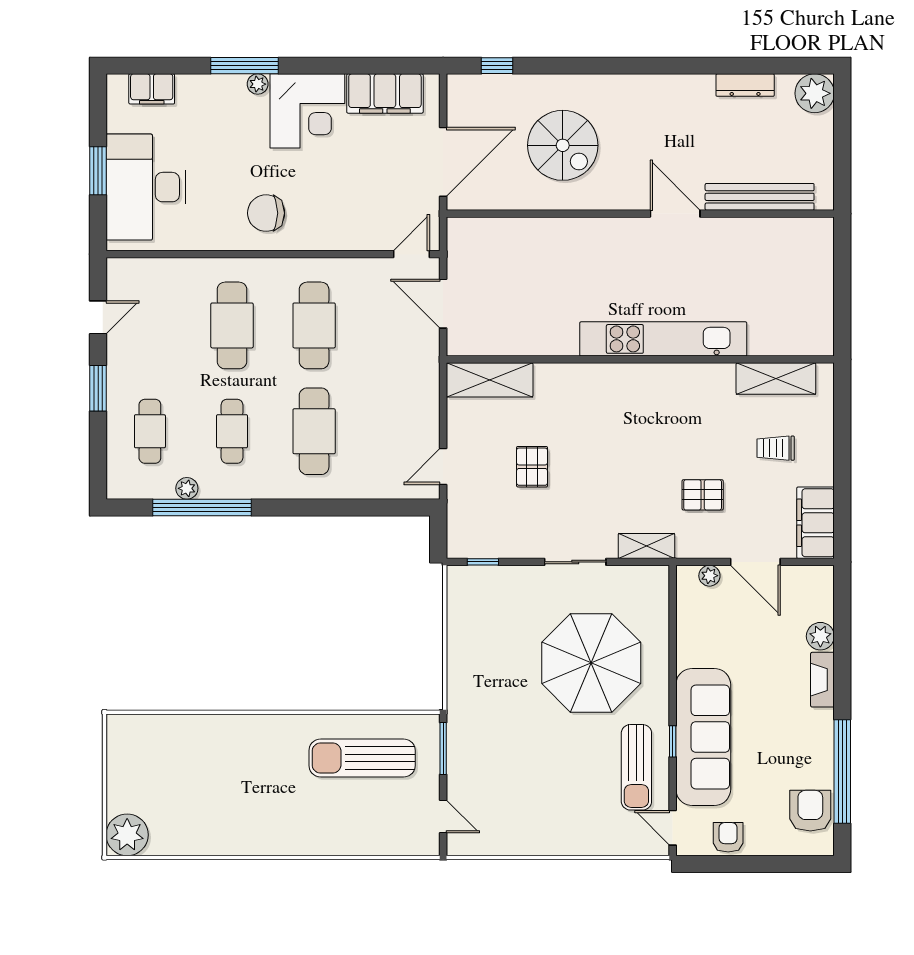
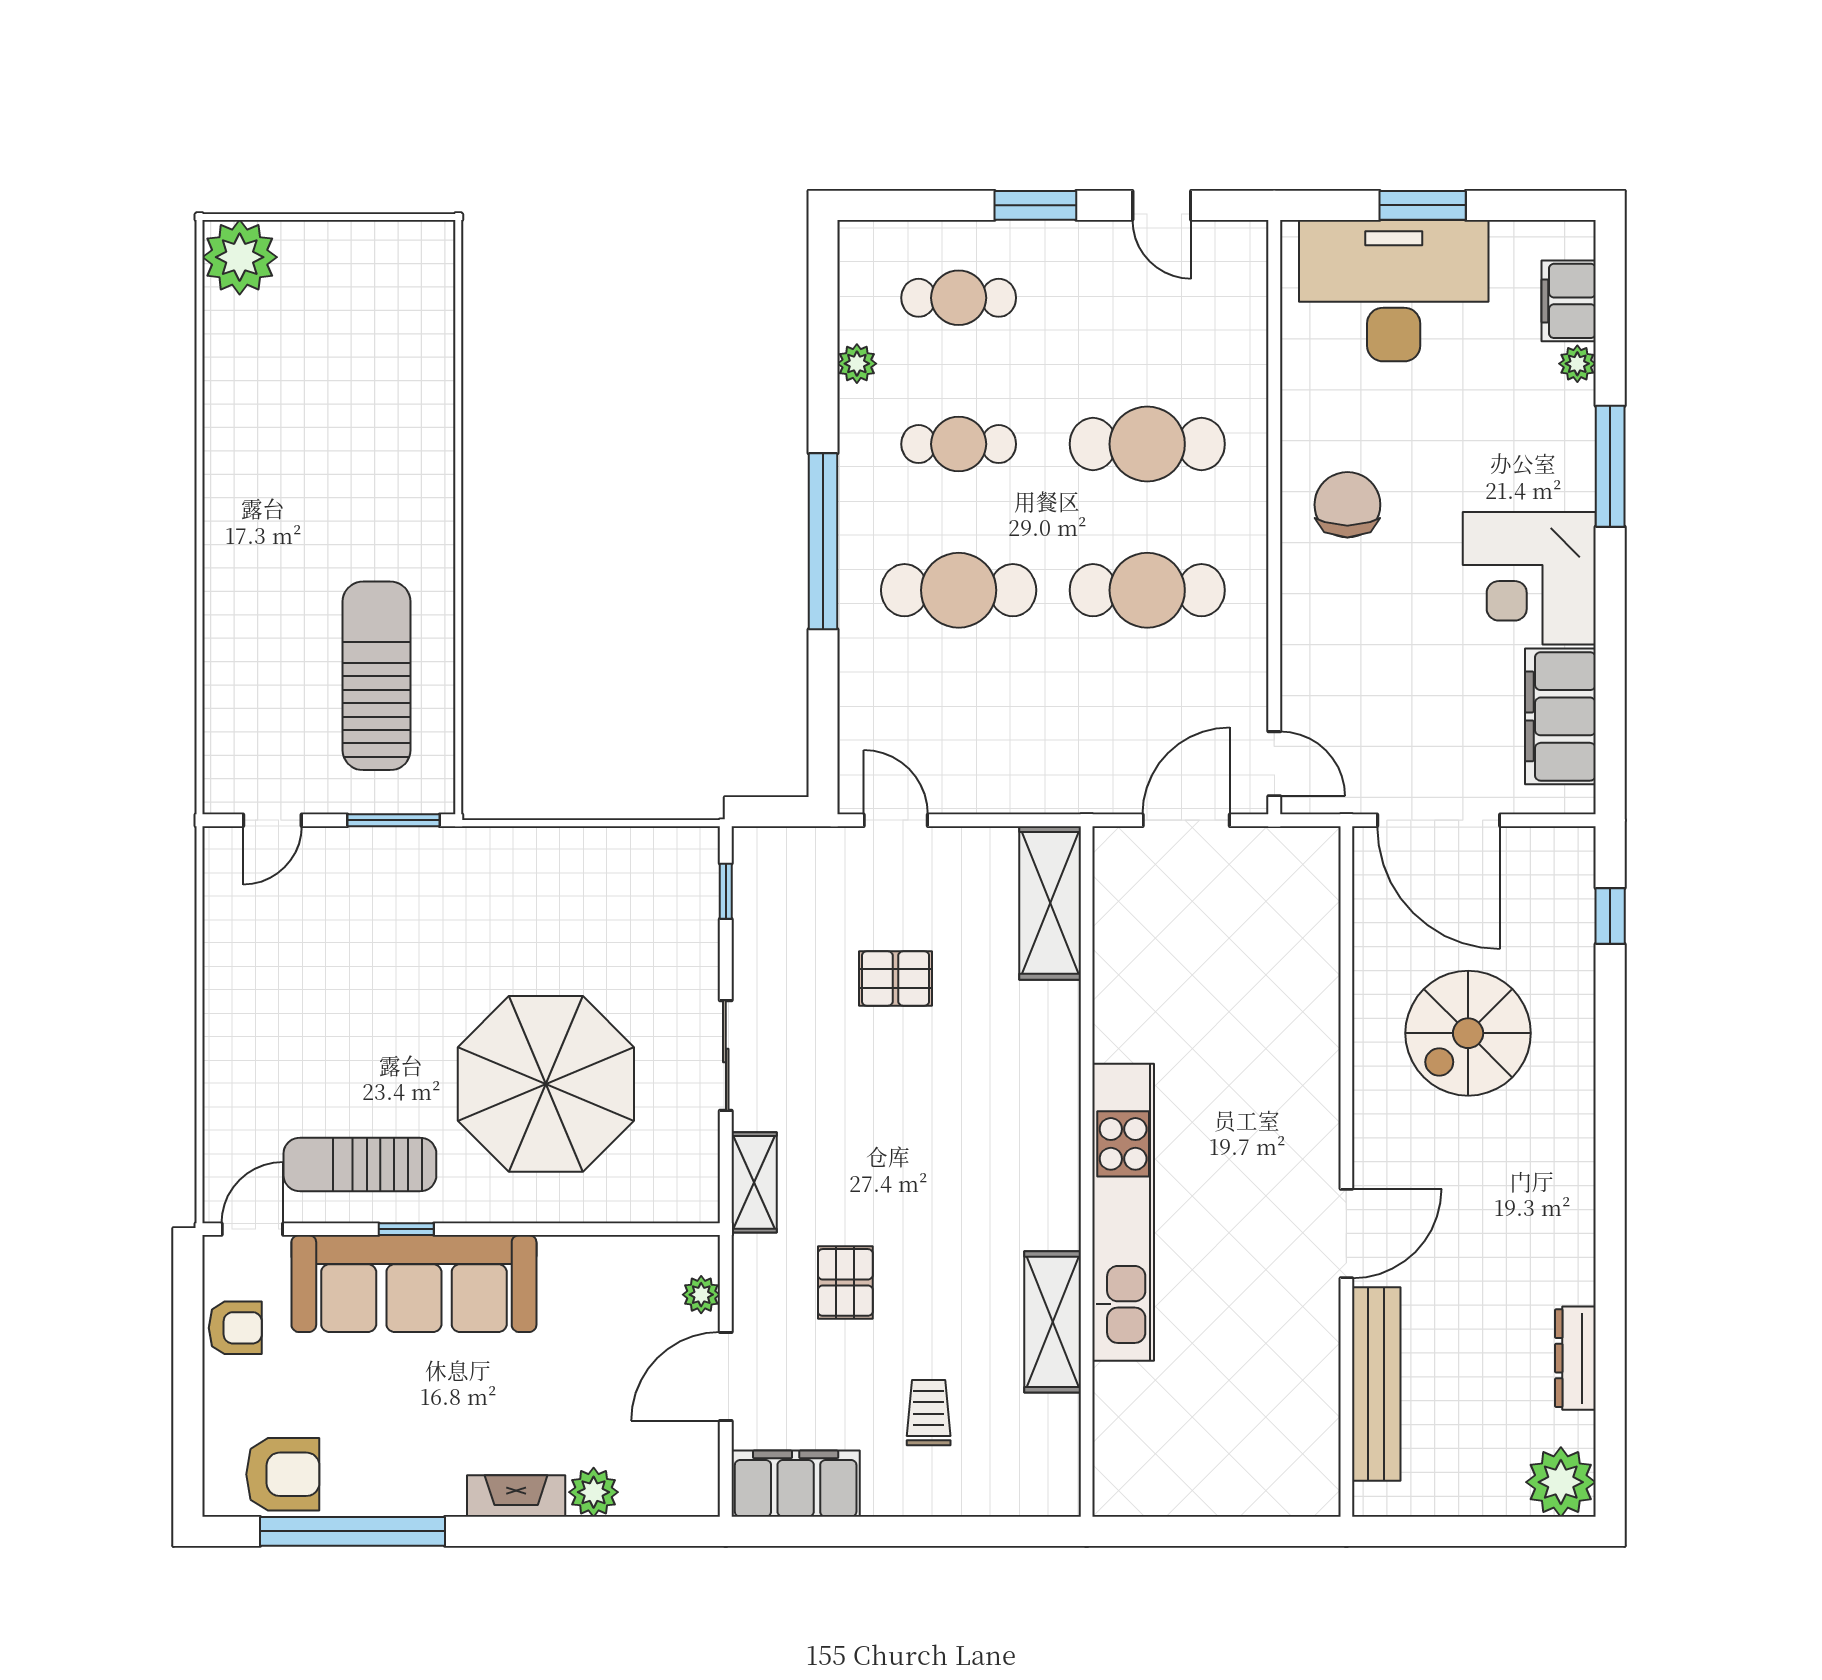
plant: (258, 84) -> (1577, 364), moved
shelving: (776, 379) -> (1053, 1322), moved
window: (202, 507) -> (823, 541), moved

